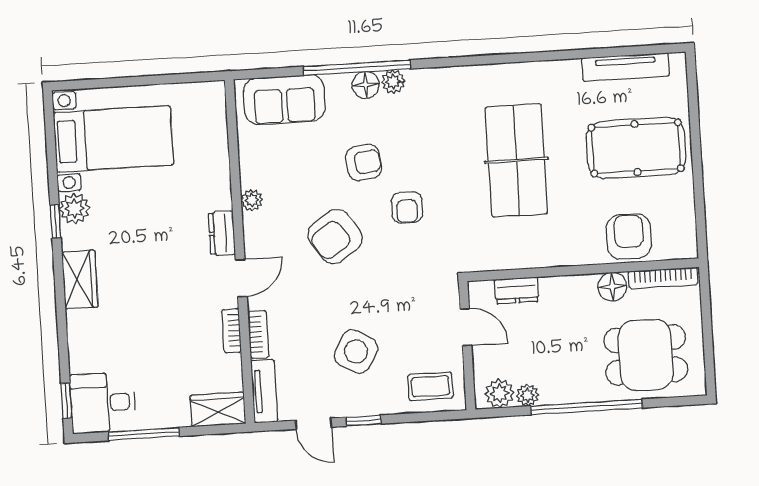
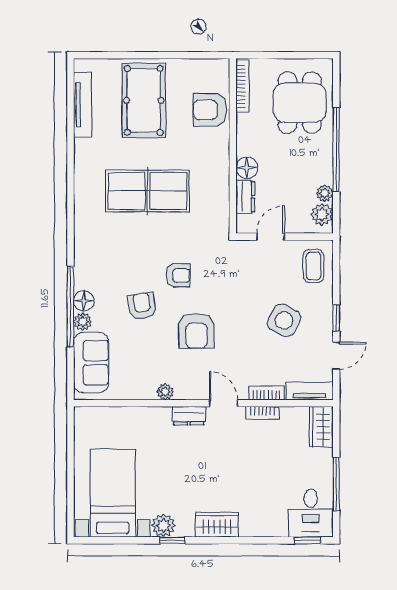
plant: (393, 82) -> (83, 322), moved
armchair: (335, 237) -> (196, 331), turned 34
floor lamp: (612, 287) -> (247, 168), moved

